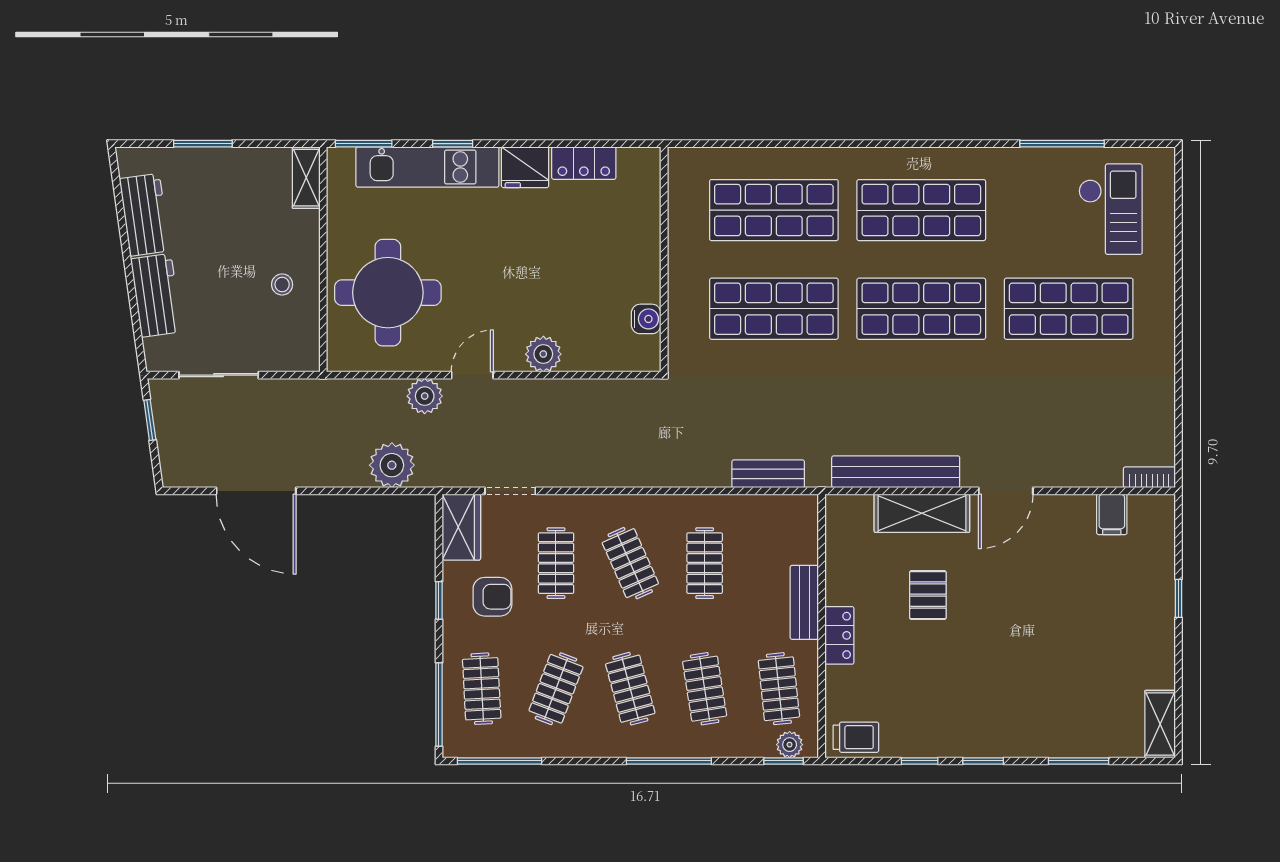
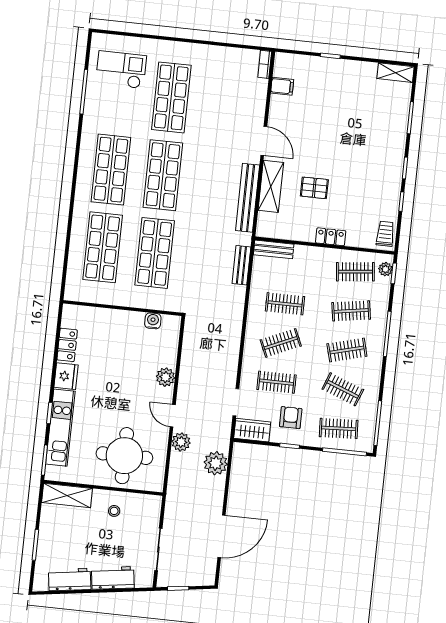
shelving: (306, 178) -> (67, 496), width x1.50, depth x1.33
bench: (804, 602) -> (274, 249), moved

